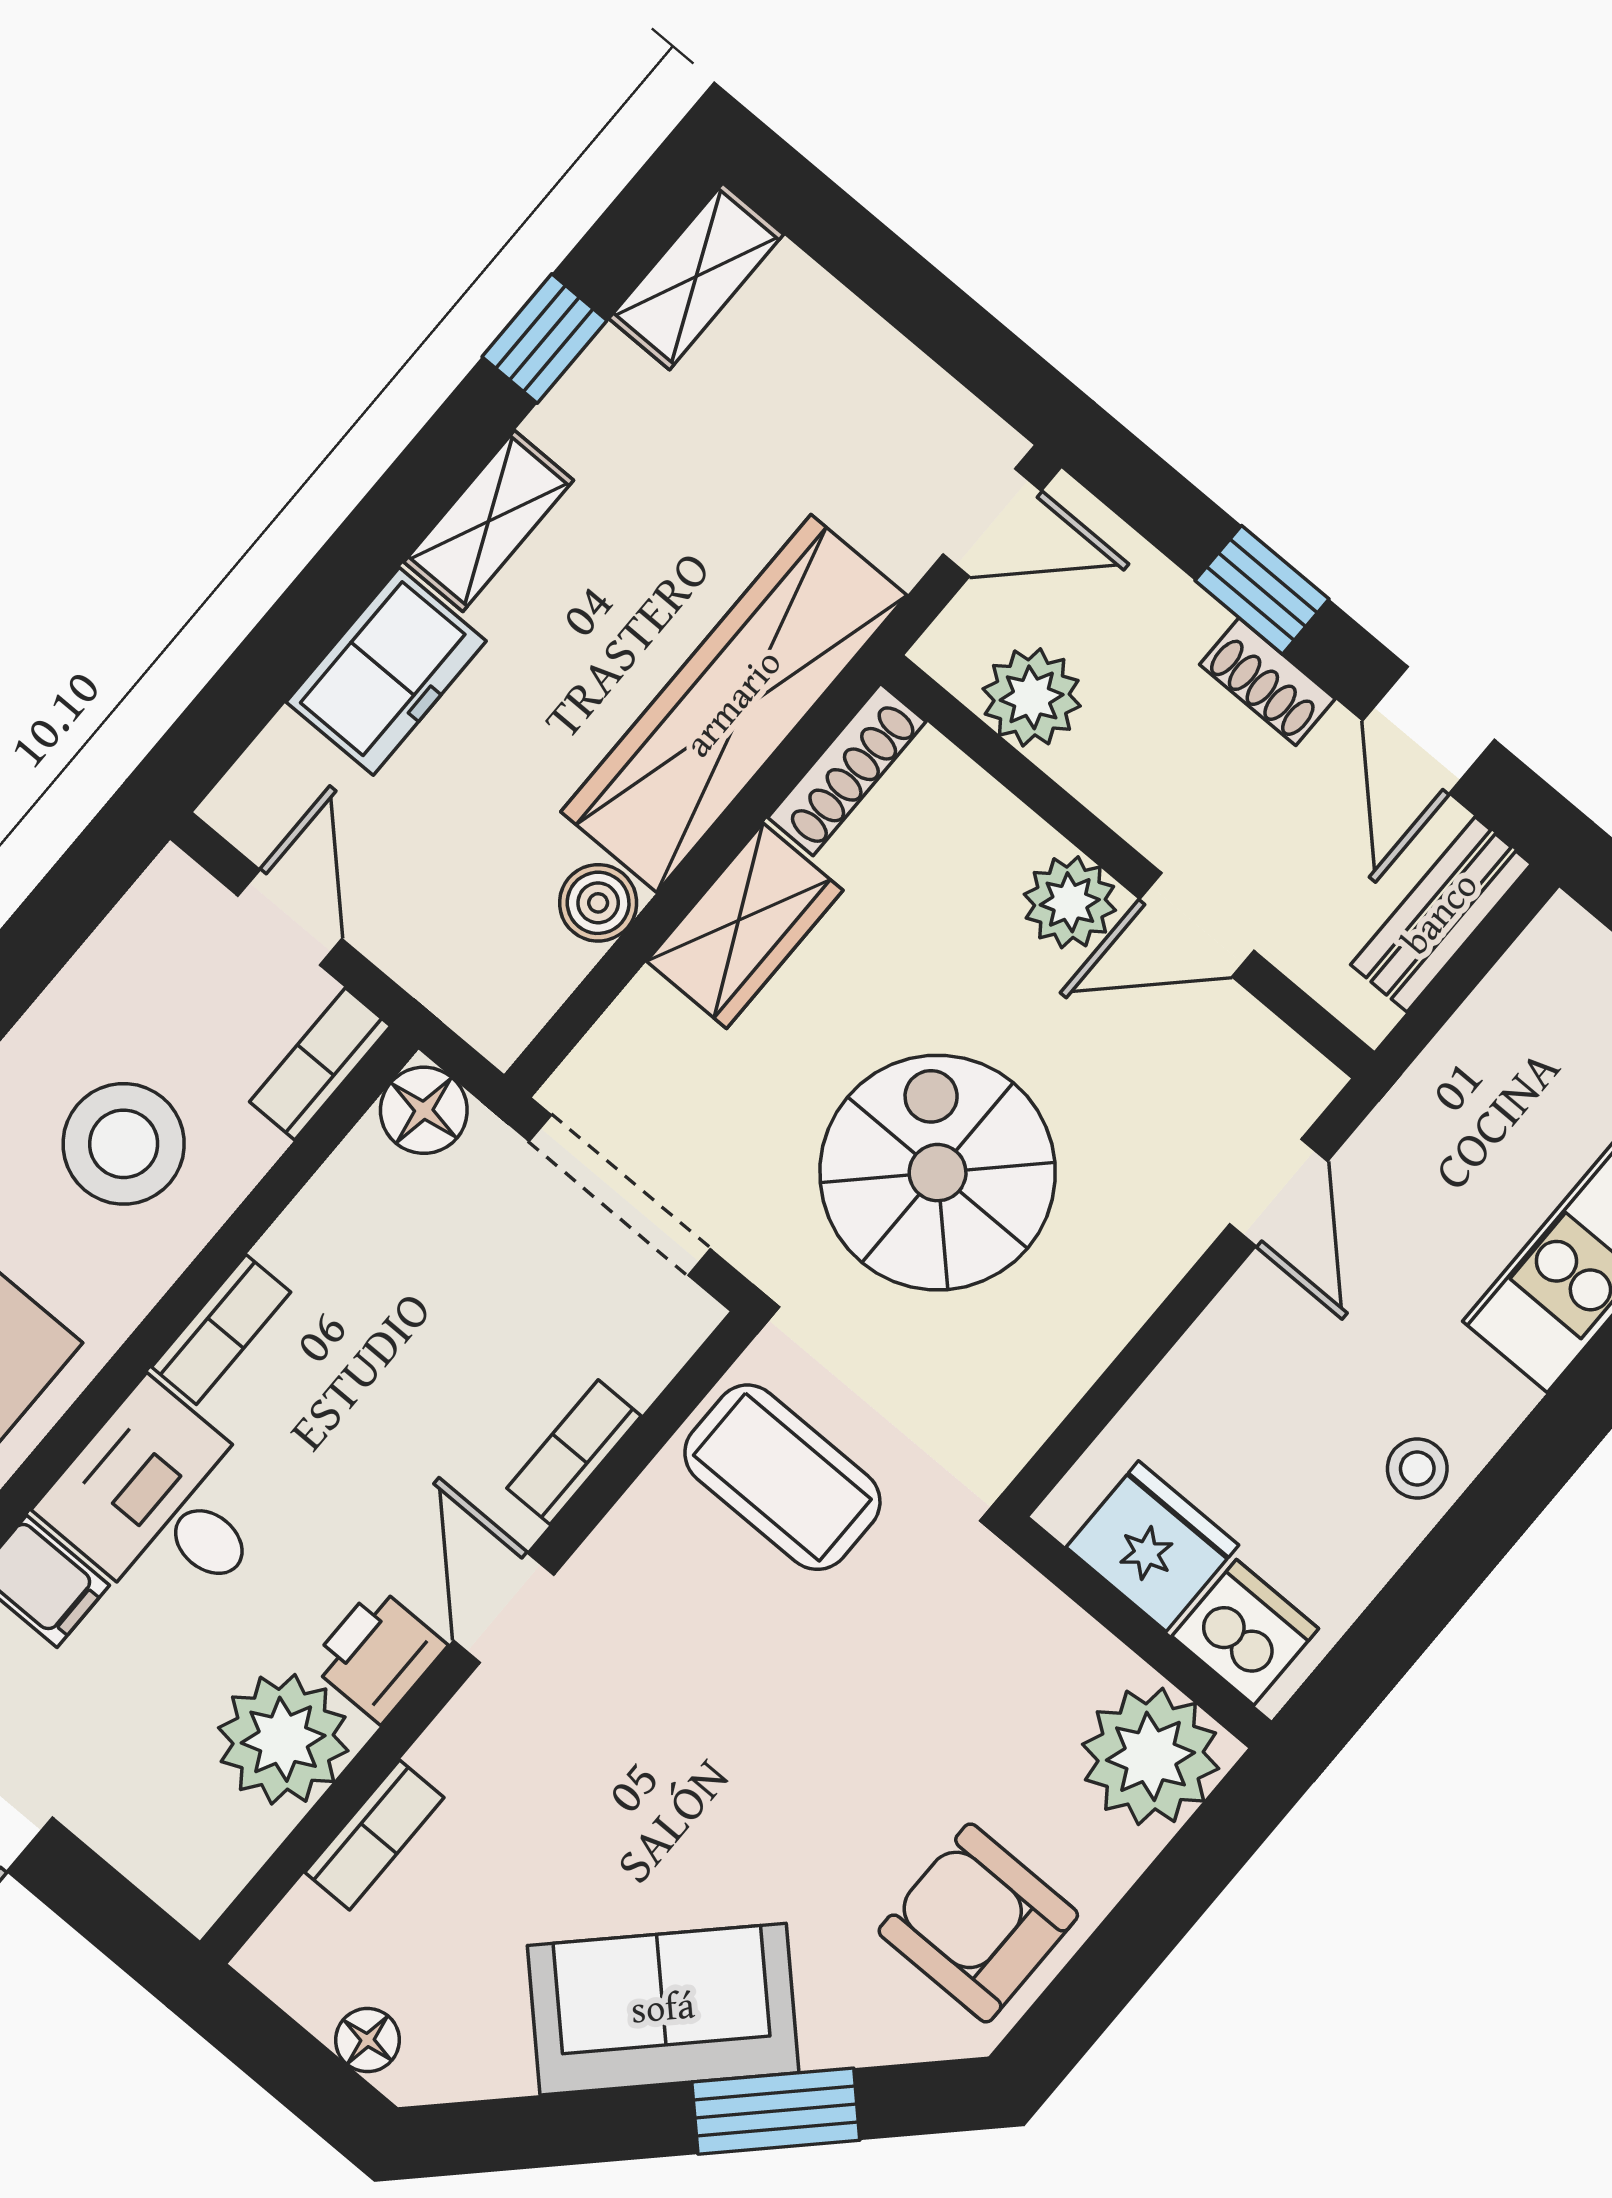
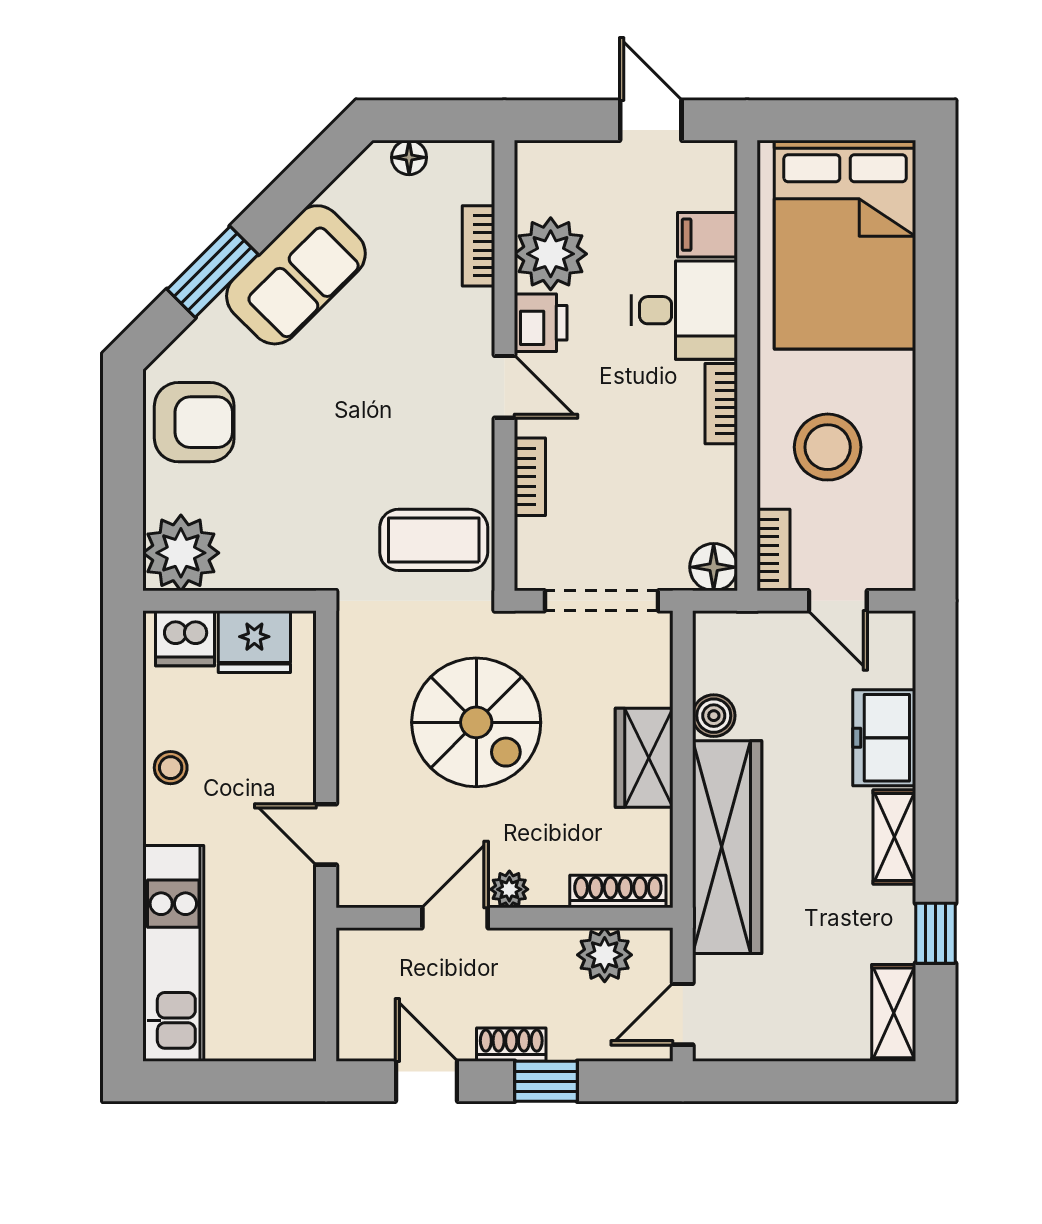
shoe rack: (847, 770) -> (618, 892), moved, turned 90
plant: (1070, 902) -> (509, 889), width x0.73, depth x0.73
bench: (1441, 914) -> (356, 1008), removed

